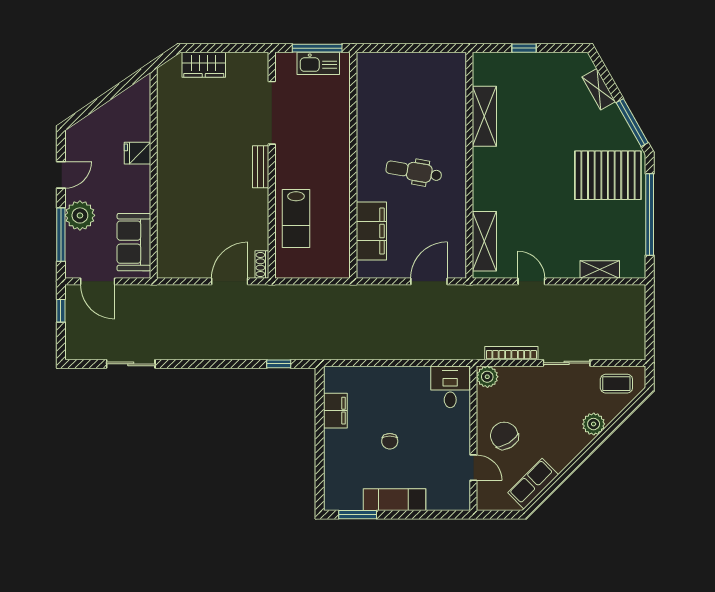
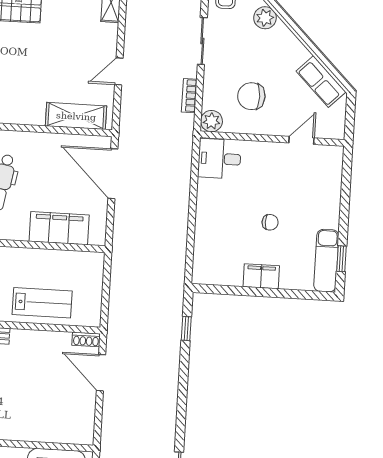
door: (429, 281) -> (113, 174), width x1.36
bookcase: (511, 353) -> (189, 96), width x0.64
filing cabinet: (335, 411) -> (261, 276), moved
chair: (504, 436) -> (251, 96), moved, turned 32
exam couch: (395, 500) -> (326, 261), moved
window: (358, 515) -> (341, 259), width x0.67

